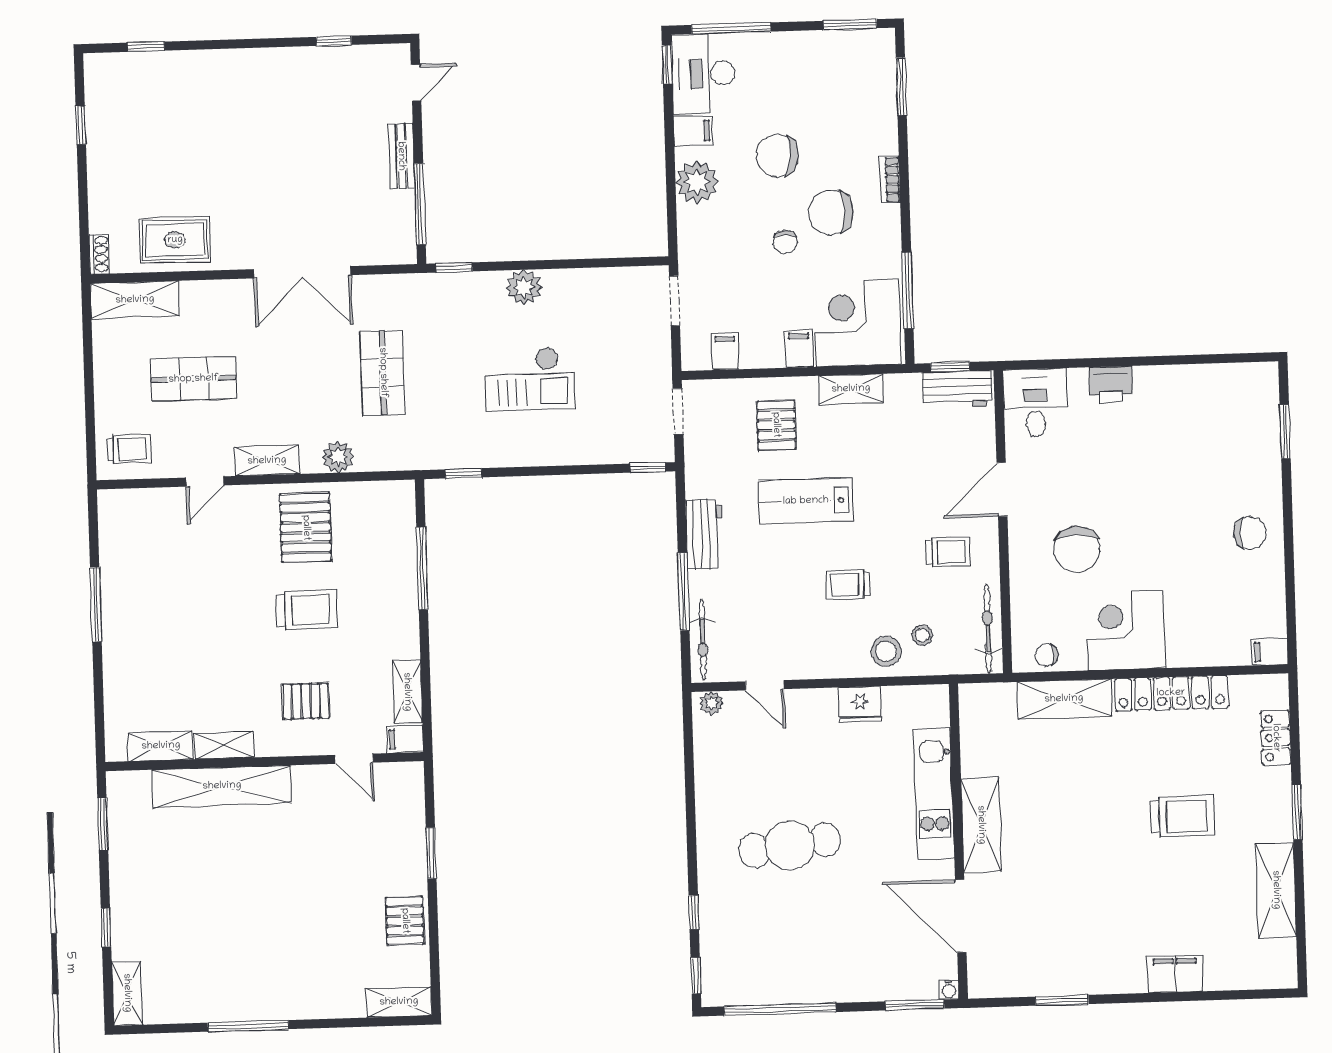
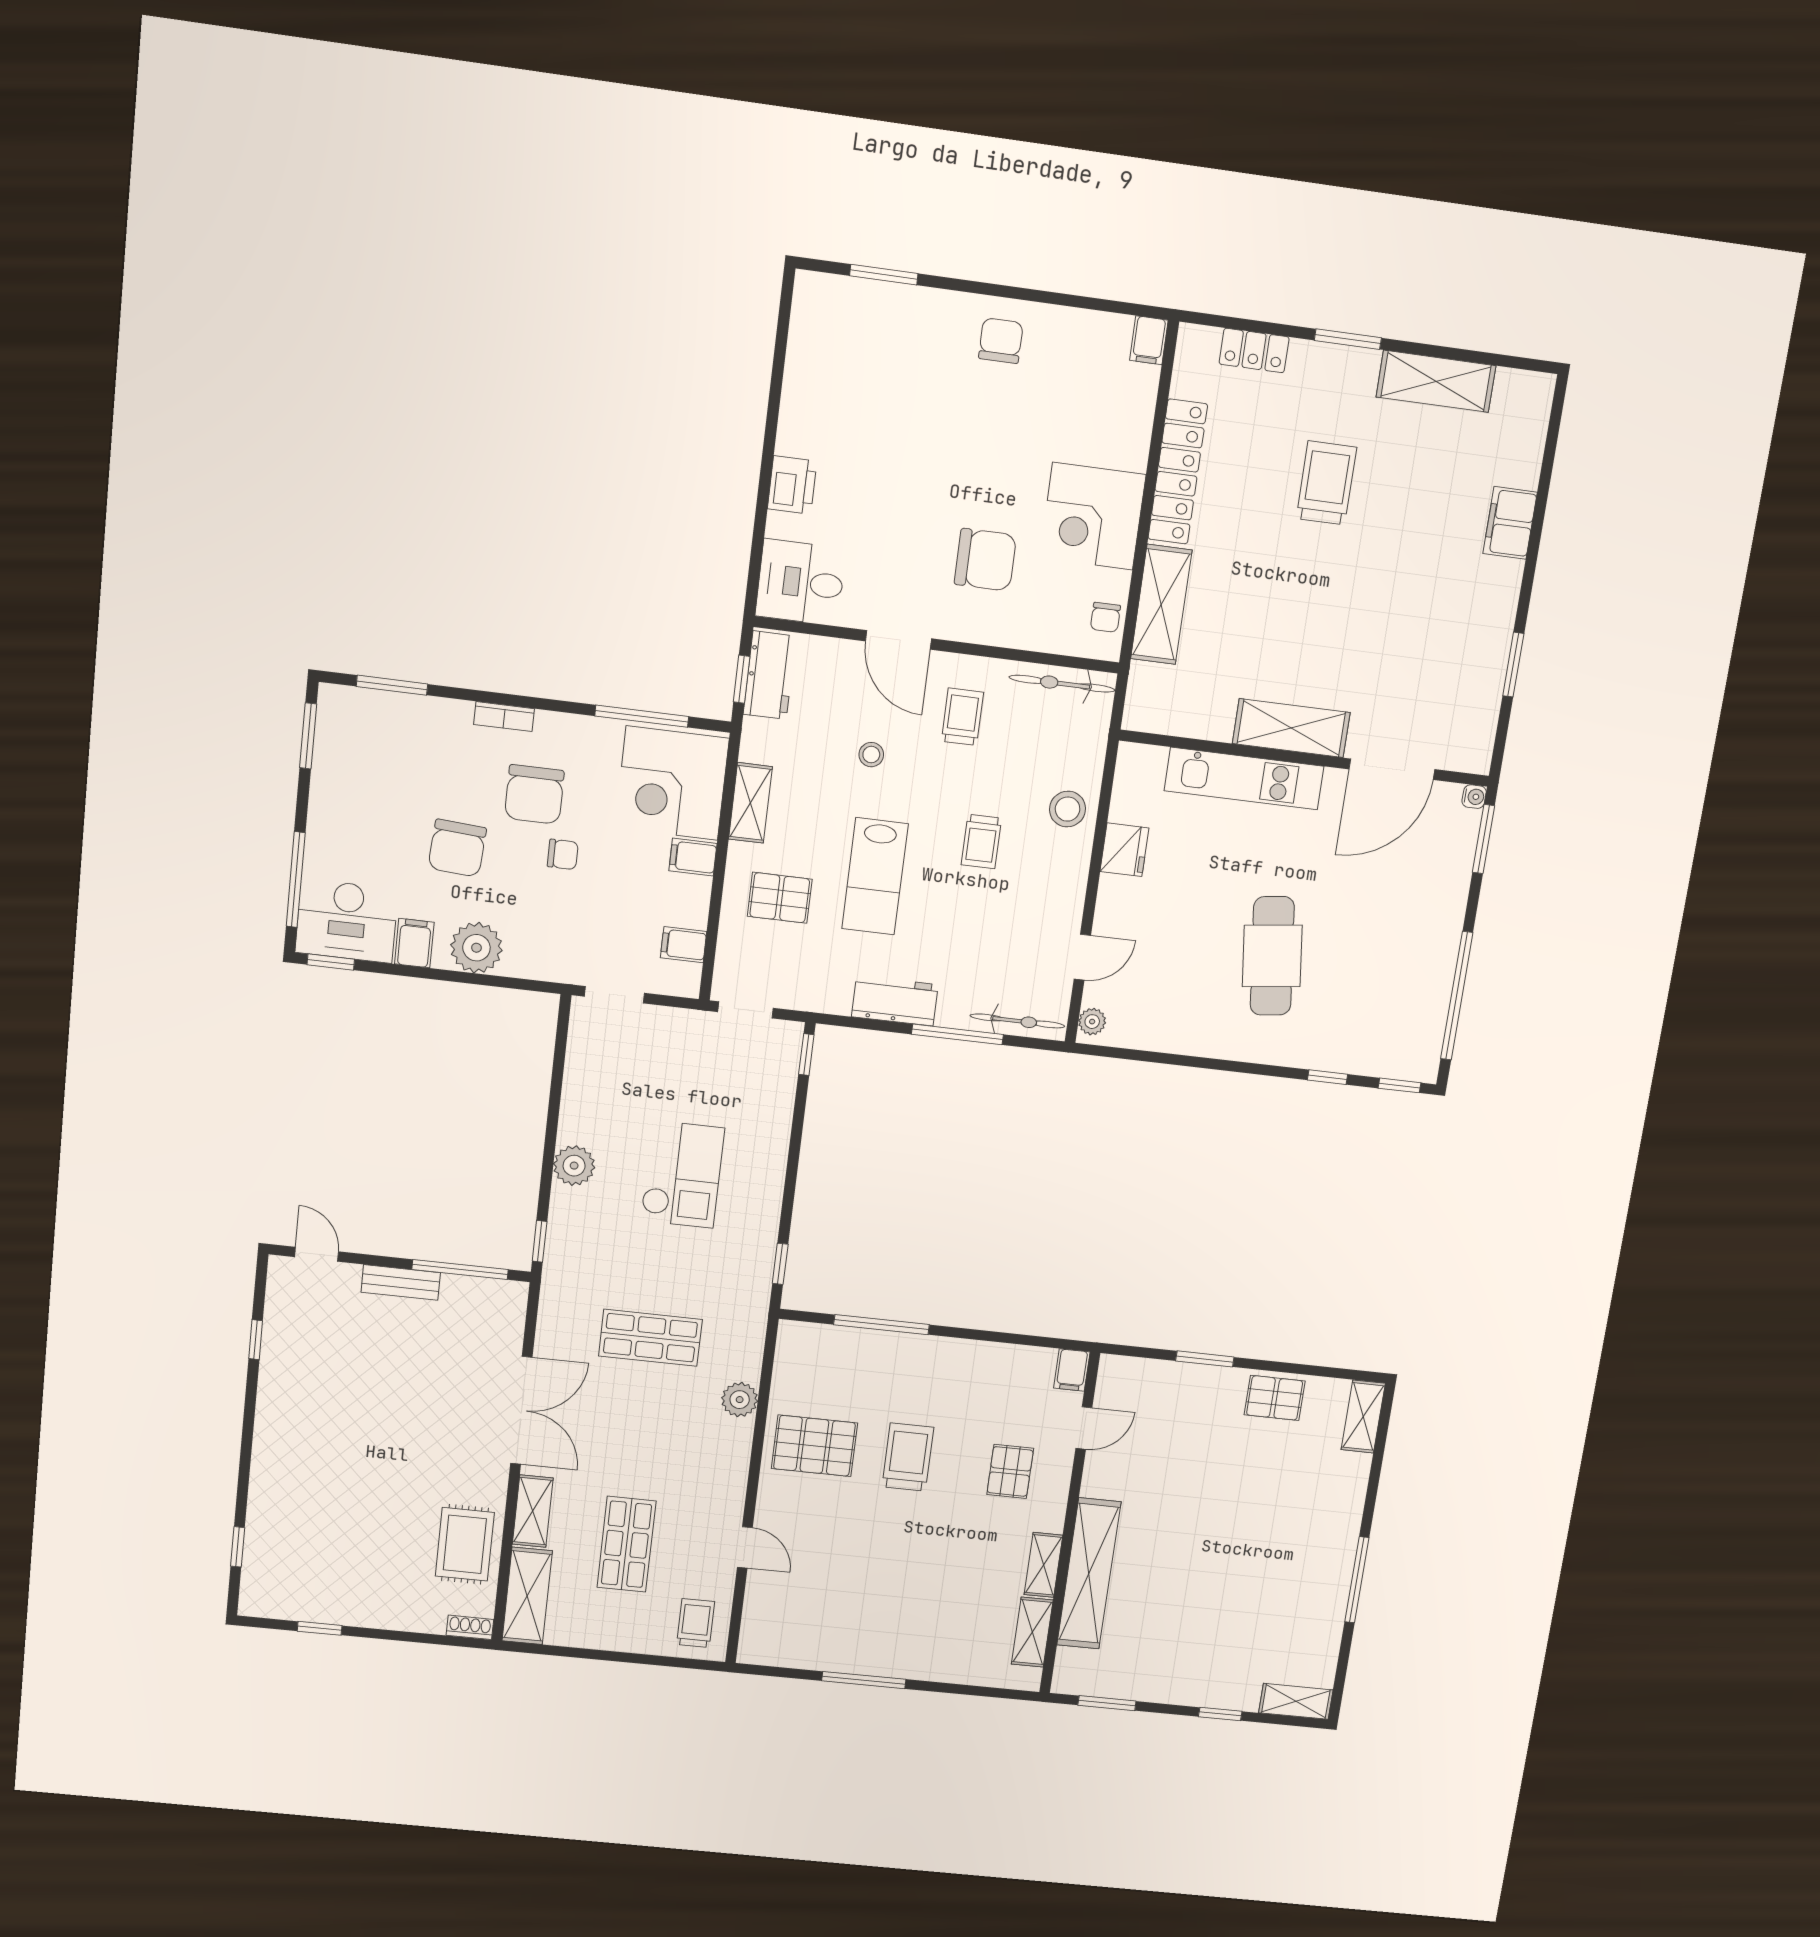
shelving: (267, 461) -> (533, 1511), moved
stool: (922, 635) -> (871, 755), moved
shelving: (407, 692) -> (1019, 1360), removed

